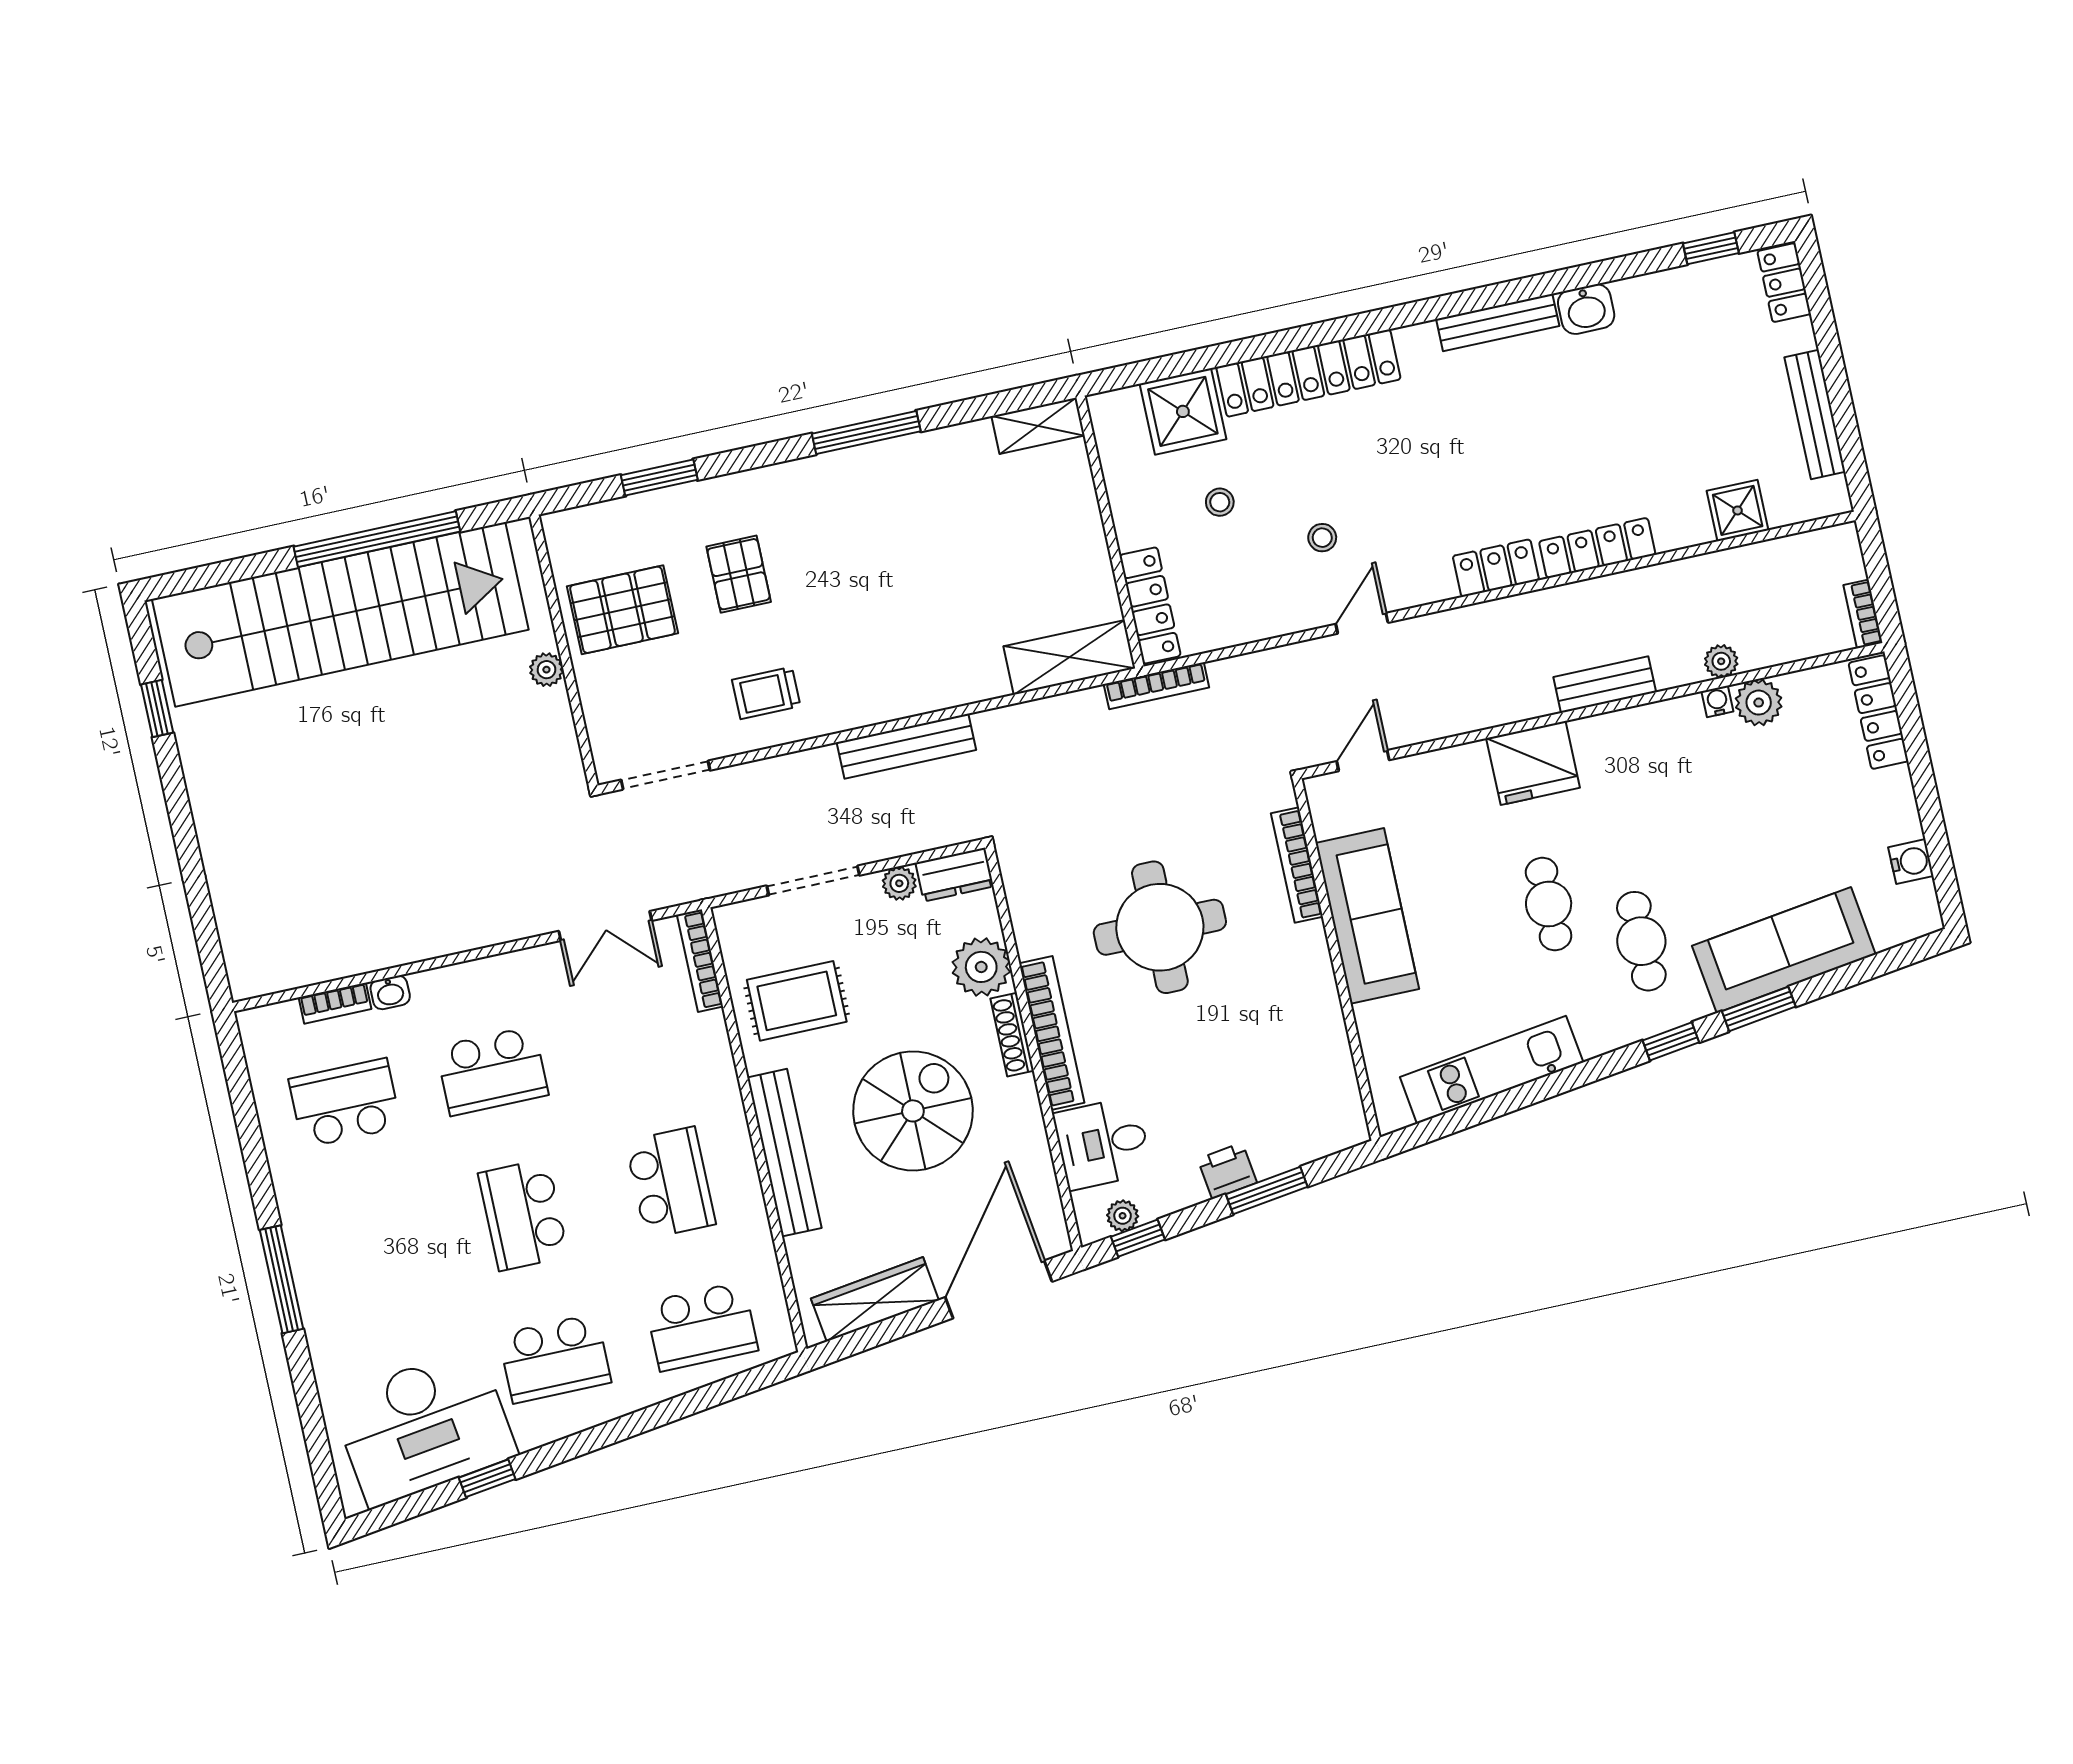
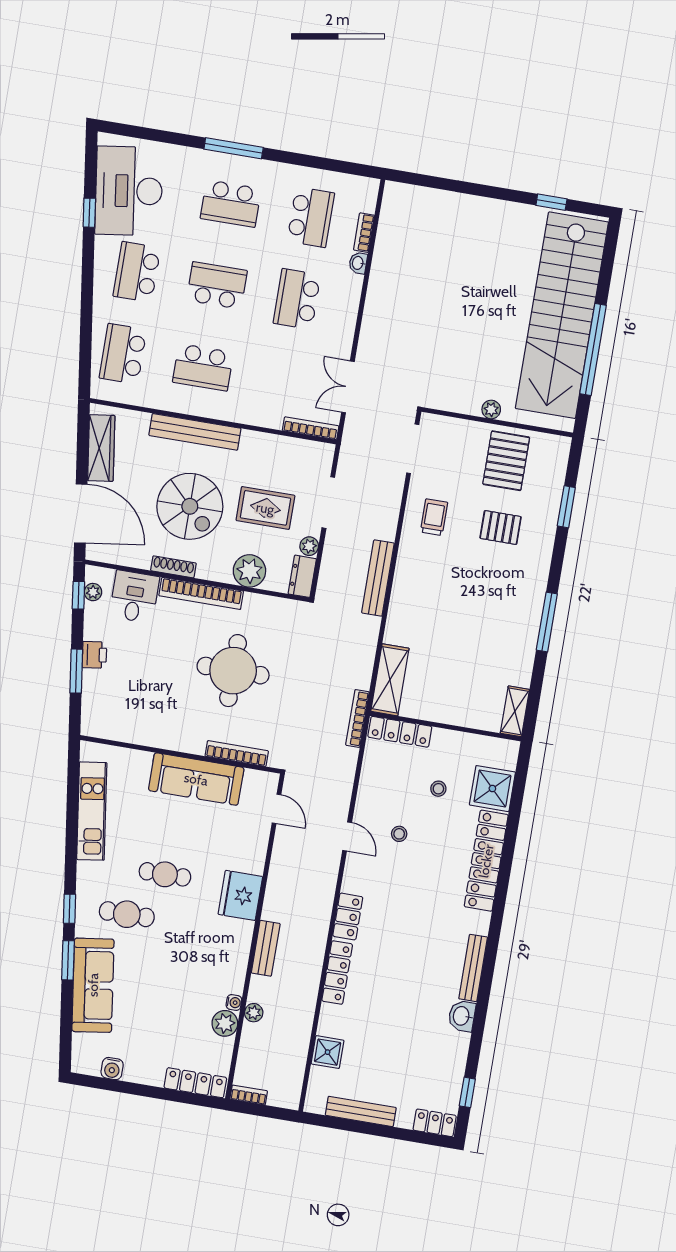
rug: (797, 1001) -> (265, 508), moved, turned 90
shoe rack: (1012, 1035) -> (173, 567), moved
school desk: (376, 1247) -> (231, 204), added

